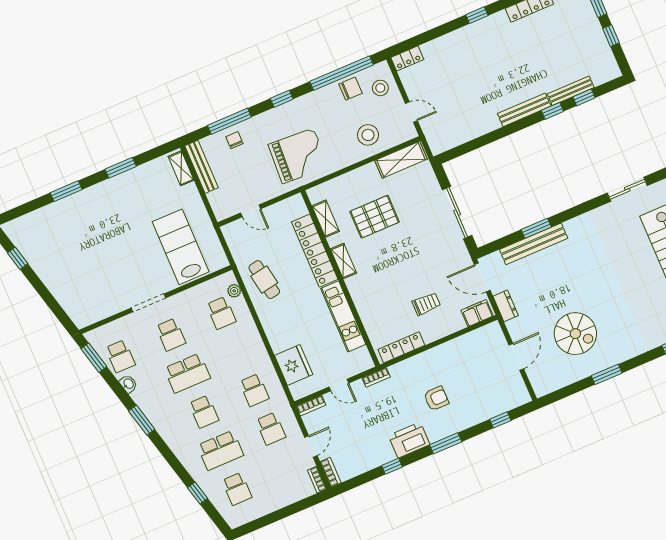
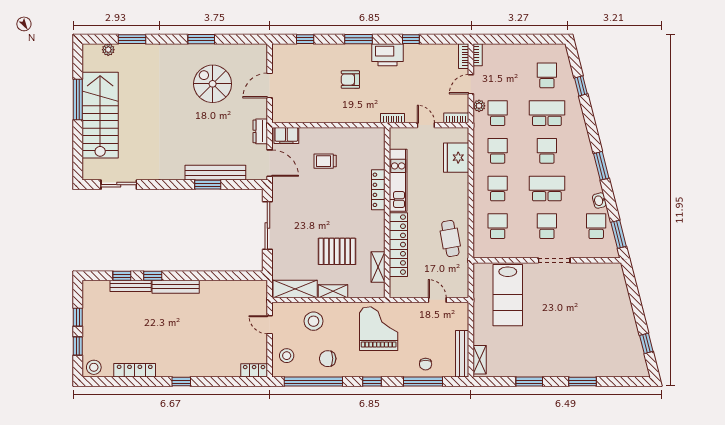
chair: (350, 89) -> (328, 359), moved
grand piano: (298, 156) -> (379, 329), turned 87
shelving: (343, 261) -> (333, 291), moved, turned 90
plant: (234, 291) -> (479, 106), moved
locker: (401, 347) -> (378, 190), moved, turned 90
school desk: (238, 352) -> (498, 188), added

